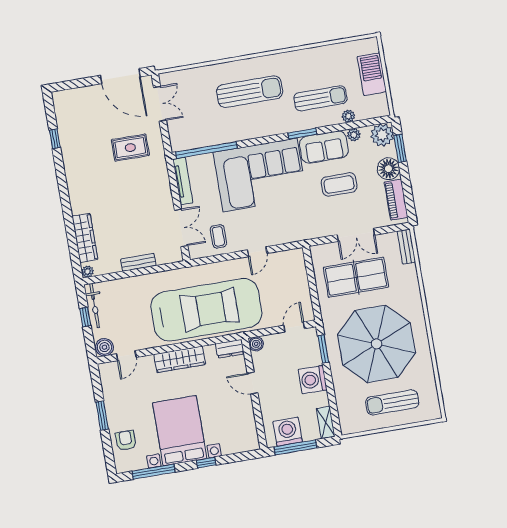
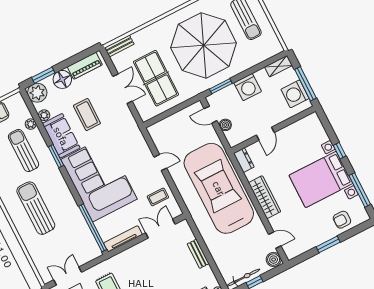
boiler: (256, 344) -> (225, 125), moved

